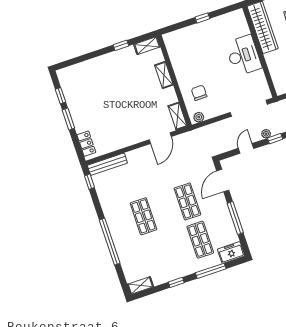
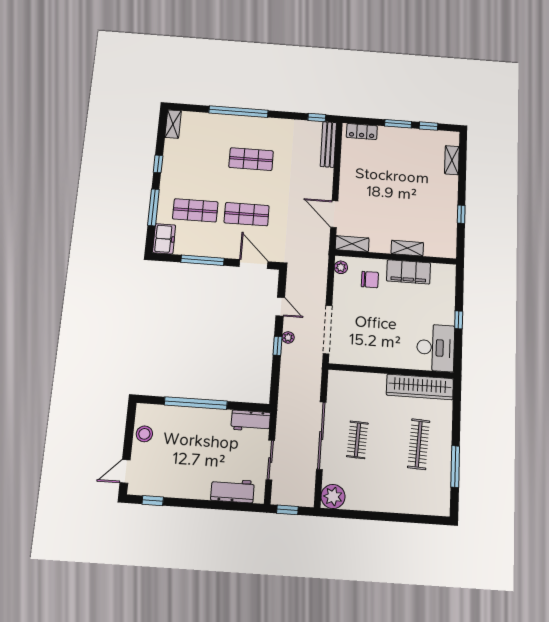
shelving: (147, 46) -> (452, 160), moved
desk: (243, 55) -> (436, 348), moved, turned -90
filing cabinet: (182, 67) -> (409, 272), added

